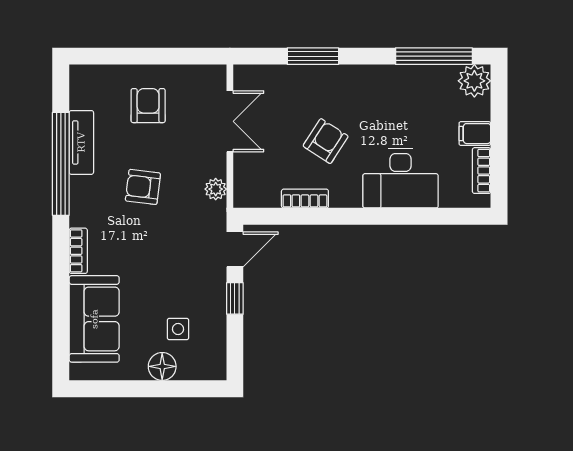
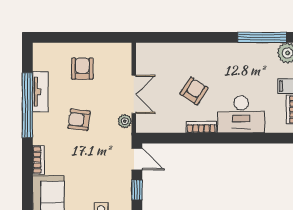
window: (313, 56) -> (186, 37), removed
double door: (230, 121) -> (134, 94), moved
bookcase: (305, 199) -> (201, 127), moved
door: (235, 249) -> (137, 159), hinge flipped

